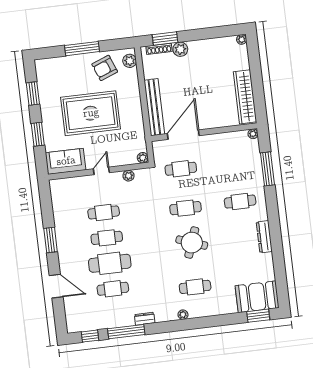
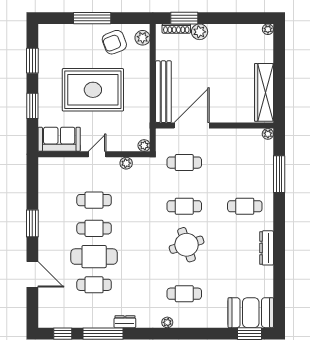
round table: (192, 243) -> (187, 245), turned -38

